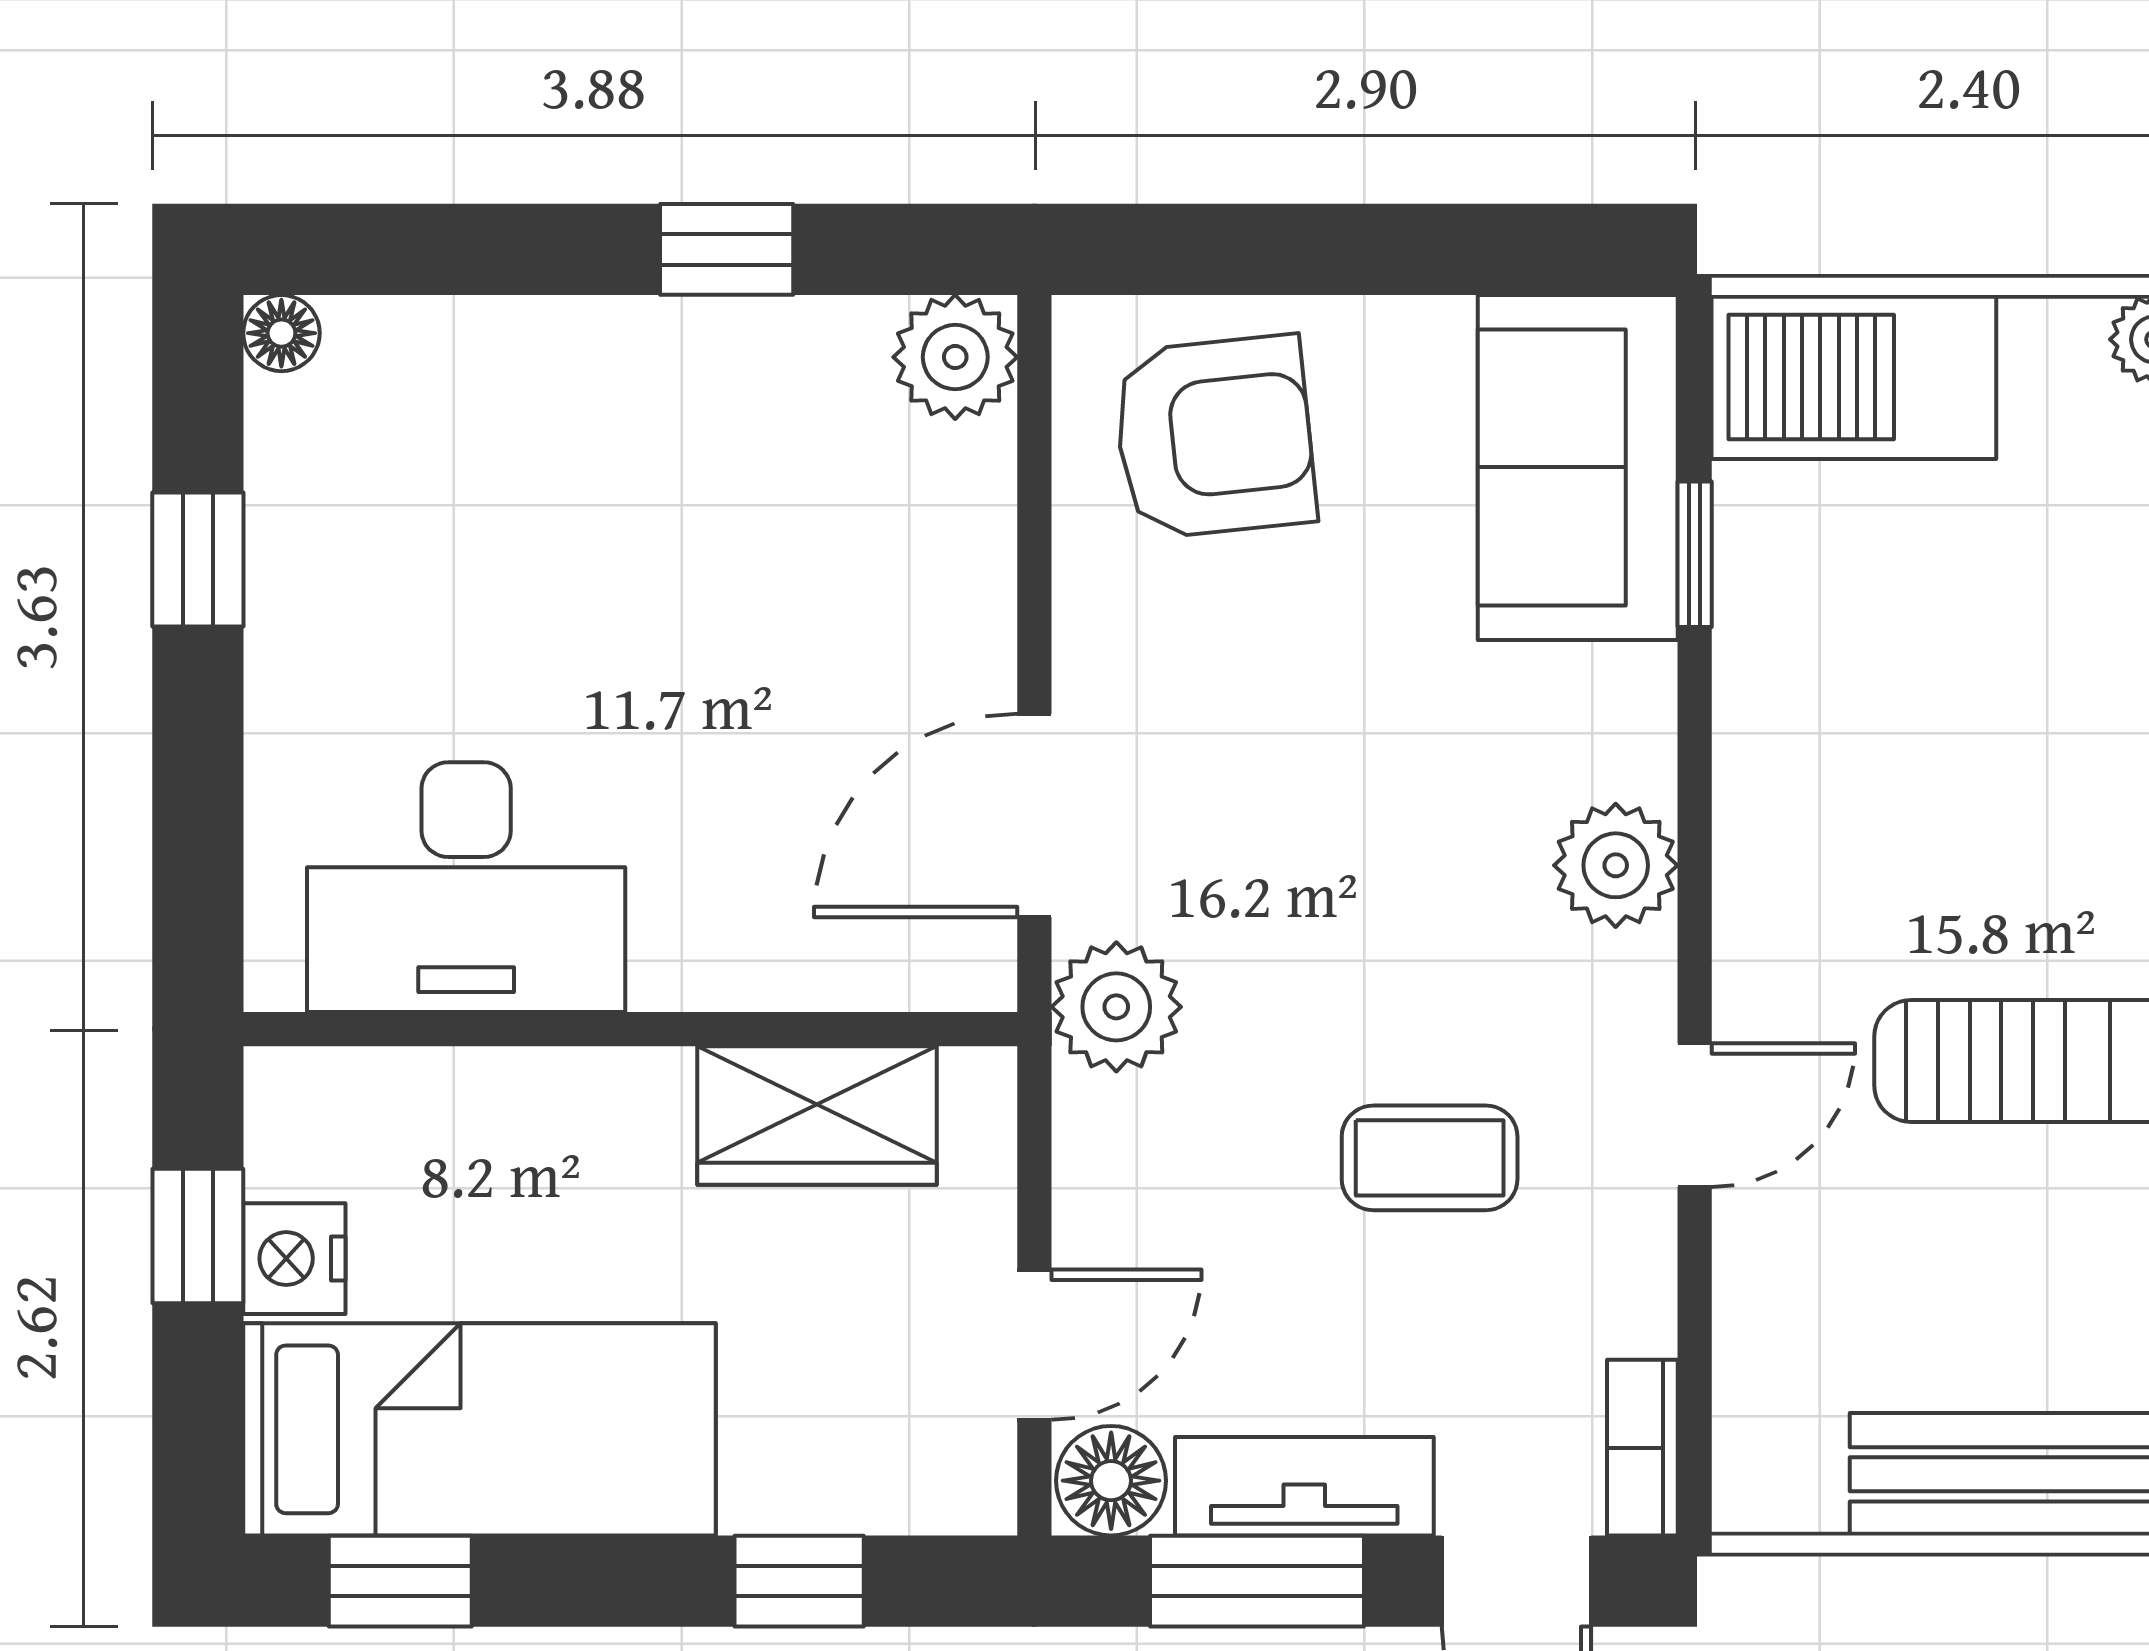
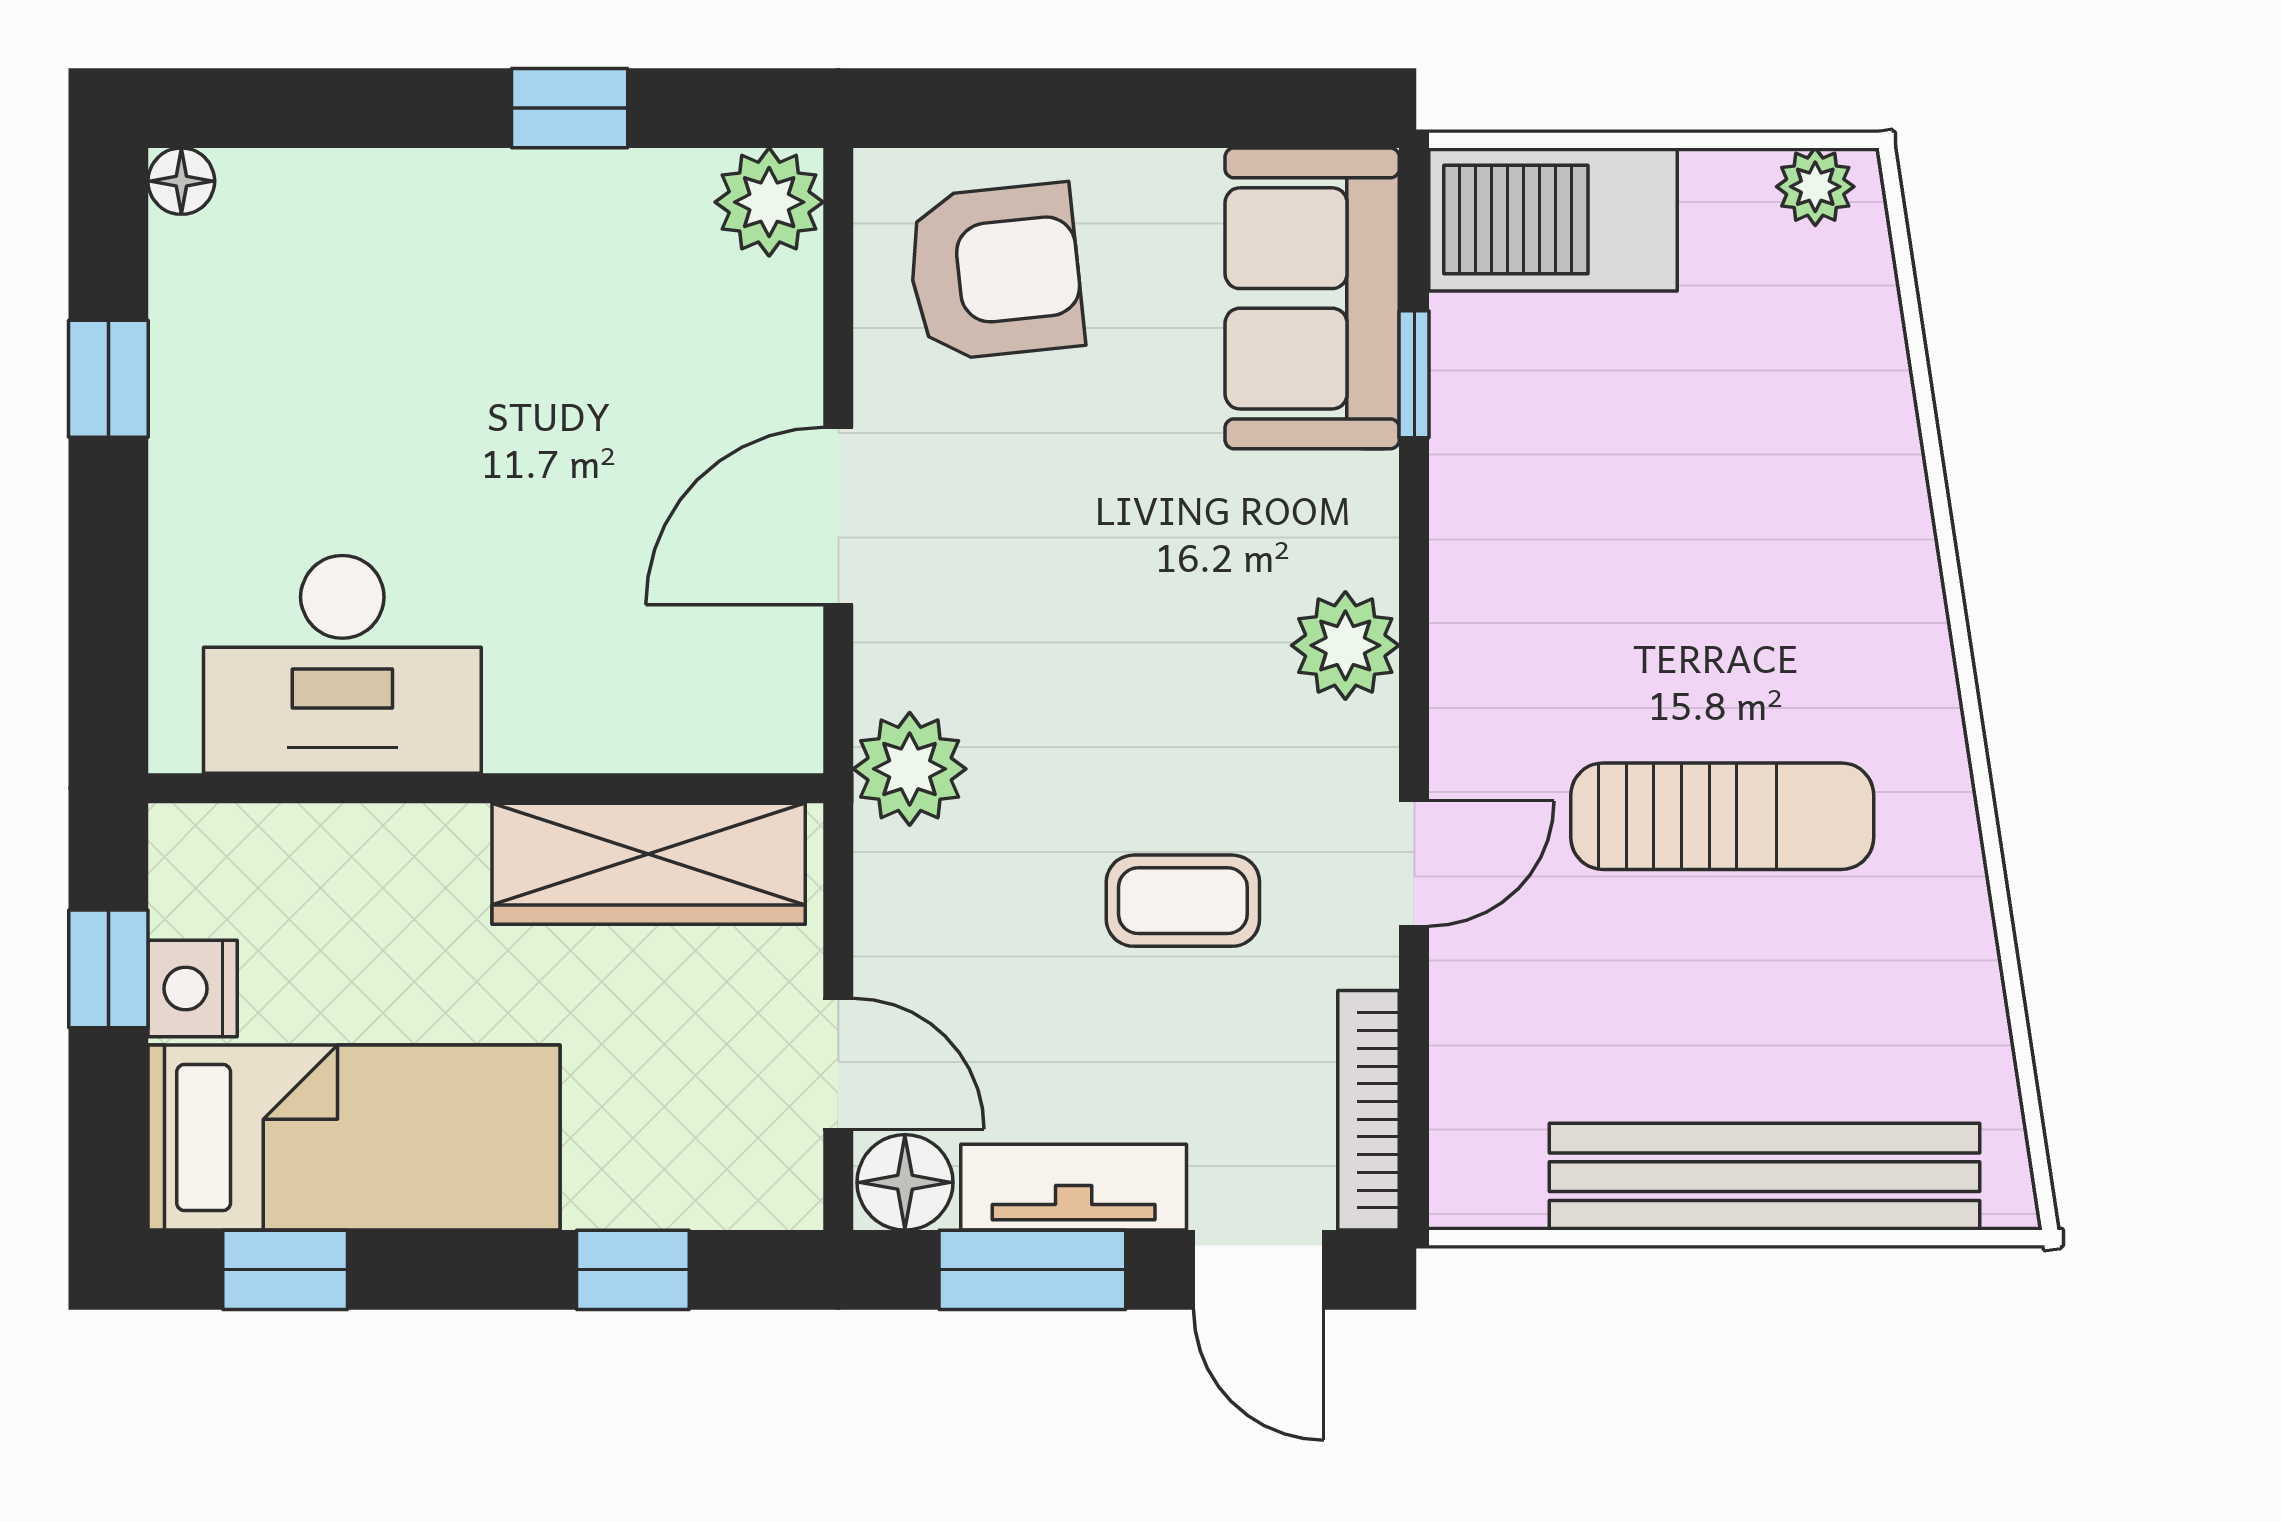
door: (1034, 815) -> (838, 516), moved
wardrobe: (817, 1116) -> (649, 864), width x1.50
door: (1034, 1345) -> (838, 1064), hinge flipped
bookcase: (1642, 1448) -> (1369, 1110), width x1.56

